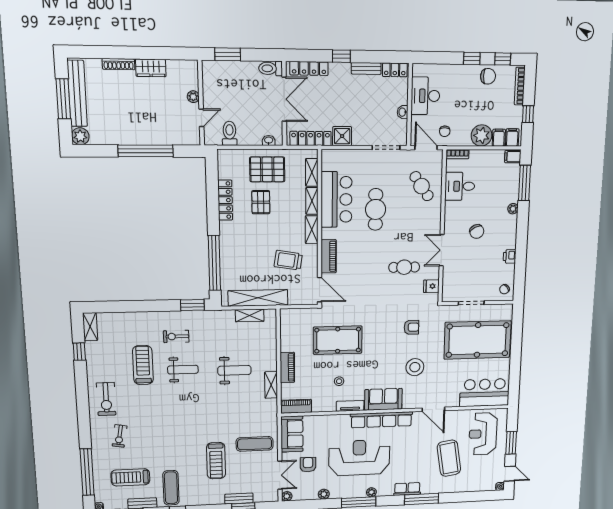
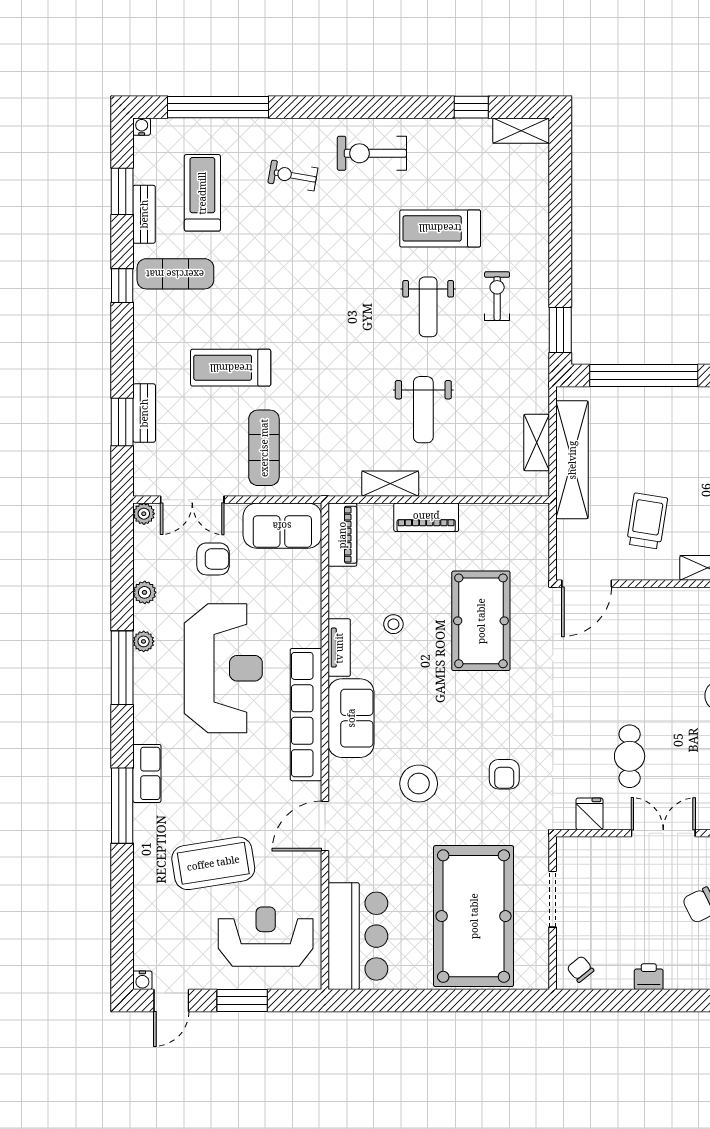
piano: (329, 256) -> (654, 602), removed
treadmill: (143, 365) -> (440, 228), turned 180
plant: (371, 492) -> (144, 641), moved

